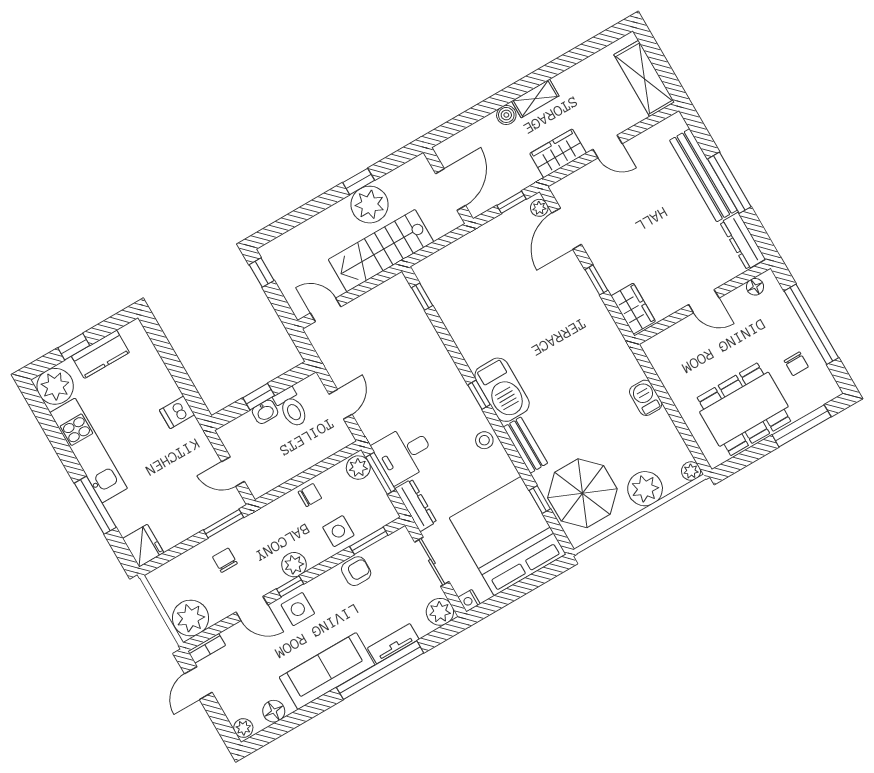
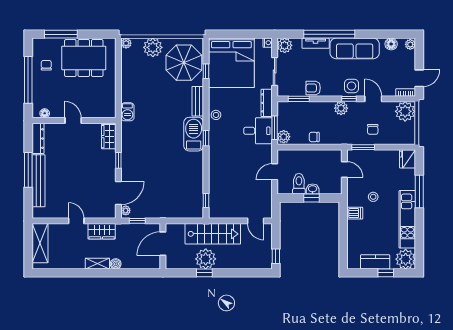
barbecue: (646, 398) -> (127, 112), moved
stool: (163, 455) -> (373, 197), added
side table: (338, 531) -> (311, 112), removed

